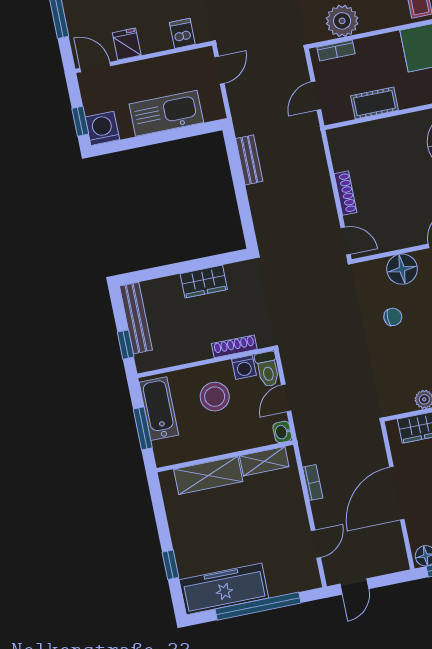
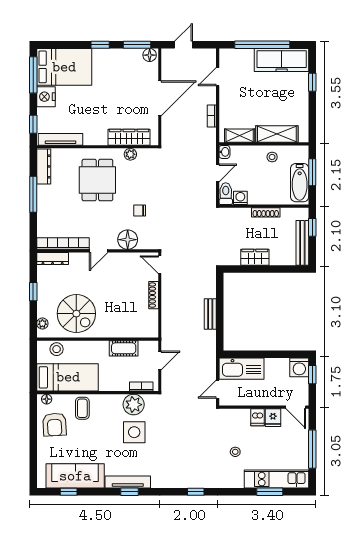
dishwasher: (182, 33) -> (257, 417), moved
kitchen sink: (166, 113) -> (241, 369), moved
bench: (249, 160) -> (210, 314), moved
shoe rack: (234, 346) -> (266, 212), moved
stool: (215, 397) -> (272, 157), moved, width x0.53, depth x0.53
door: (354, 586) -> (184, 45), moved

